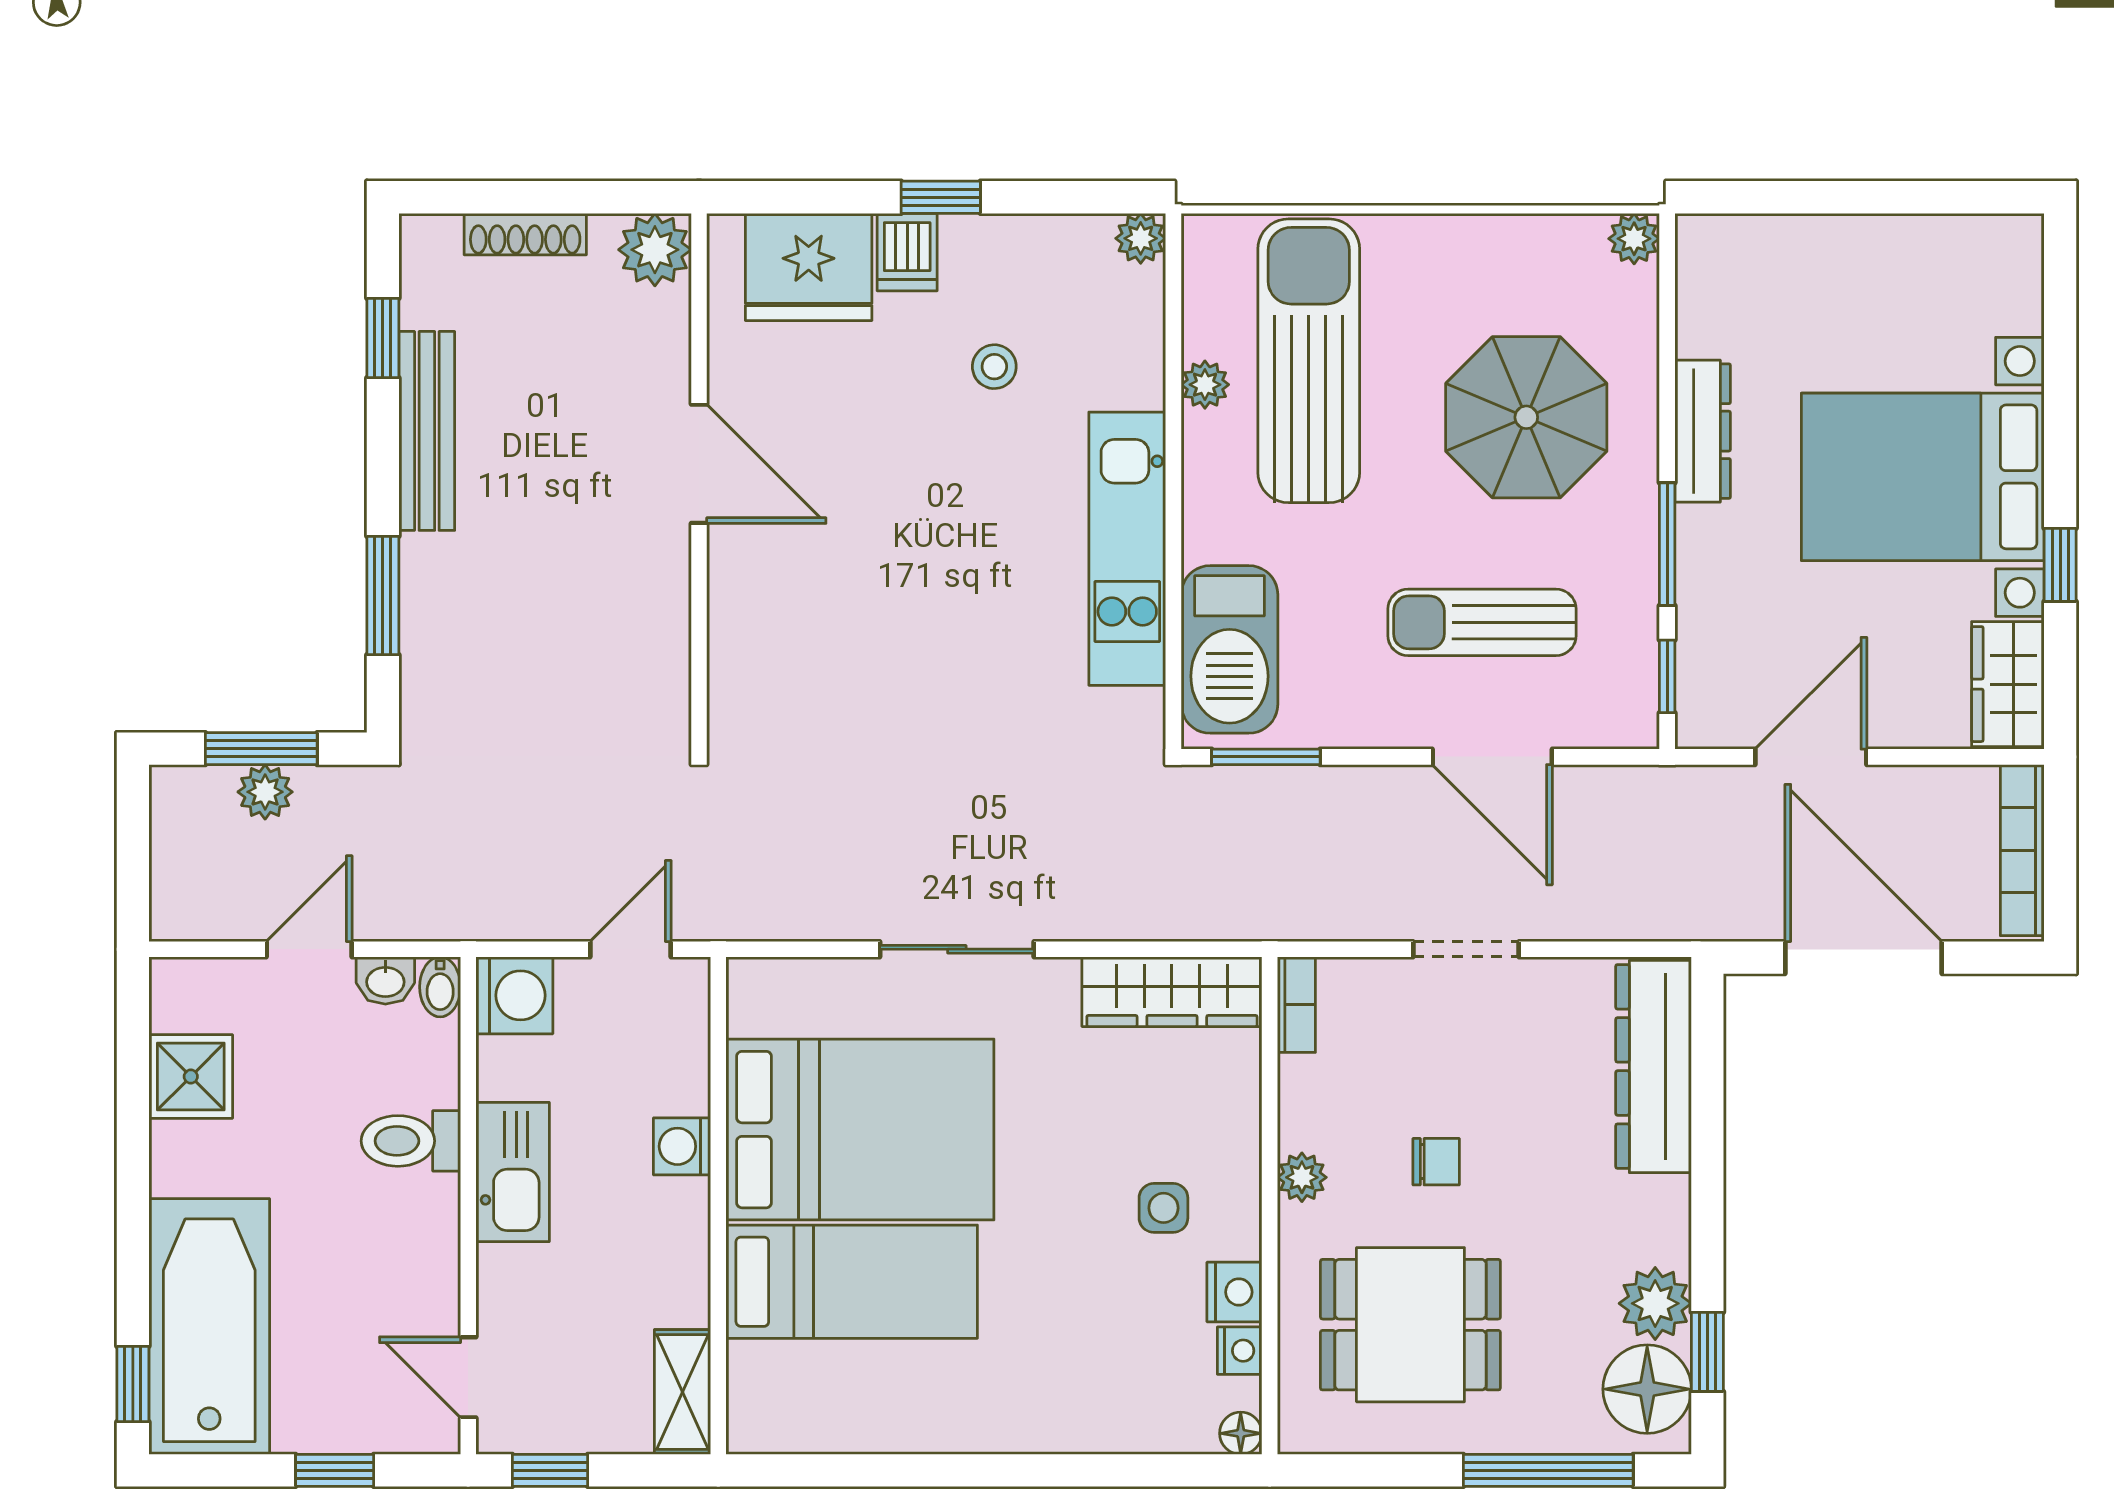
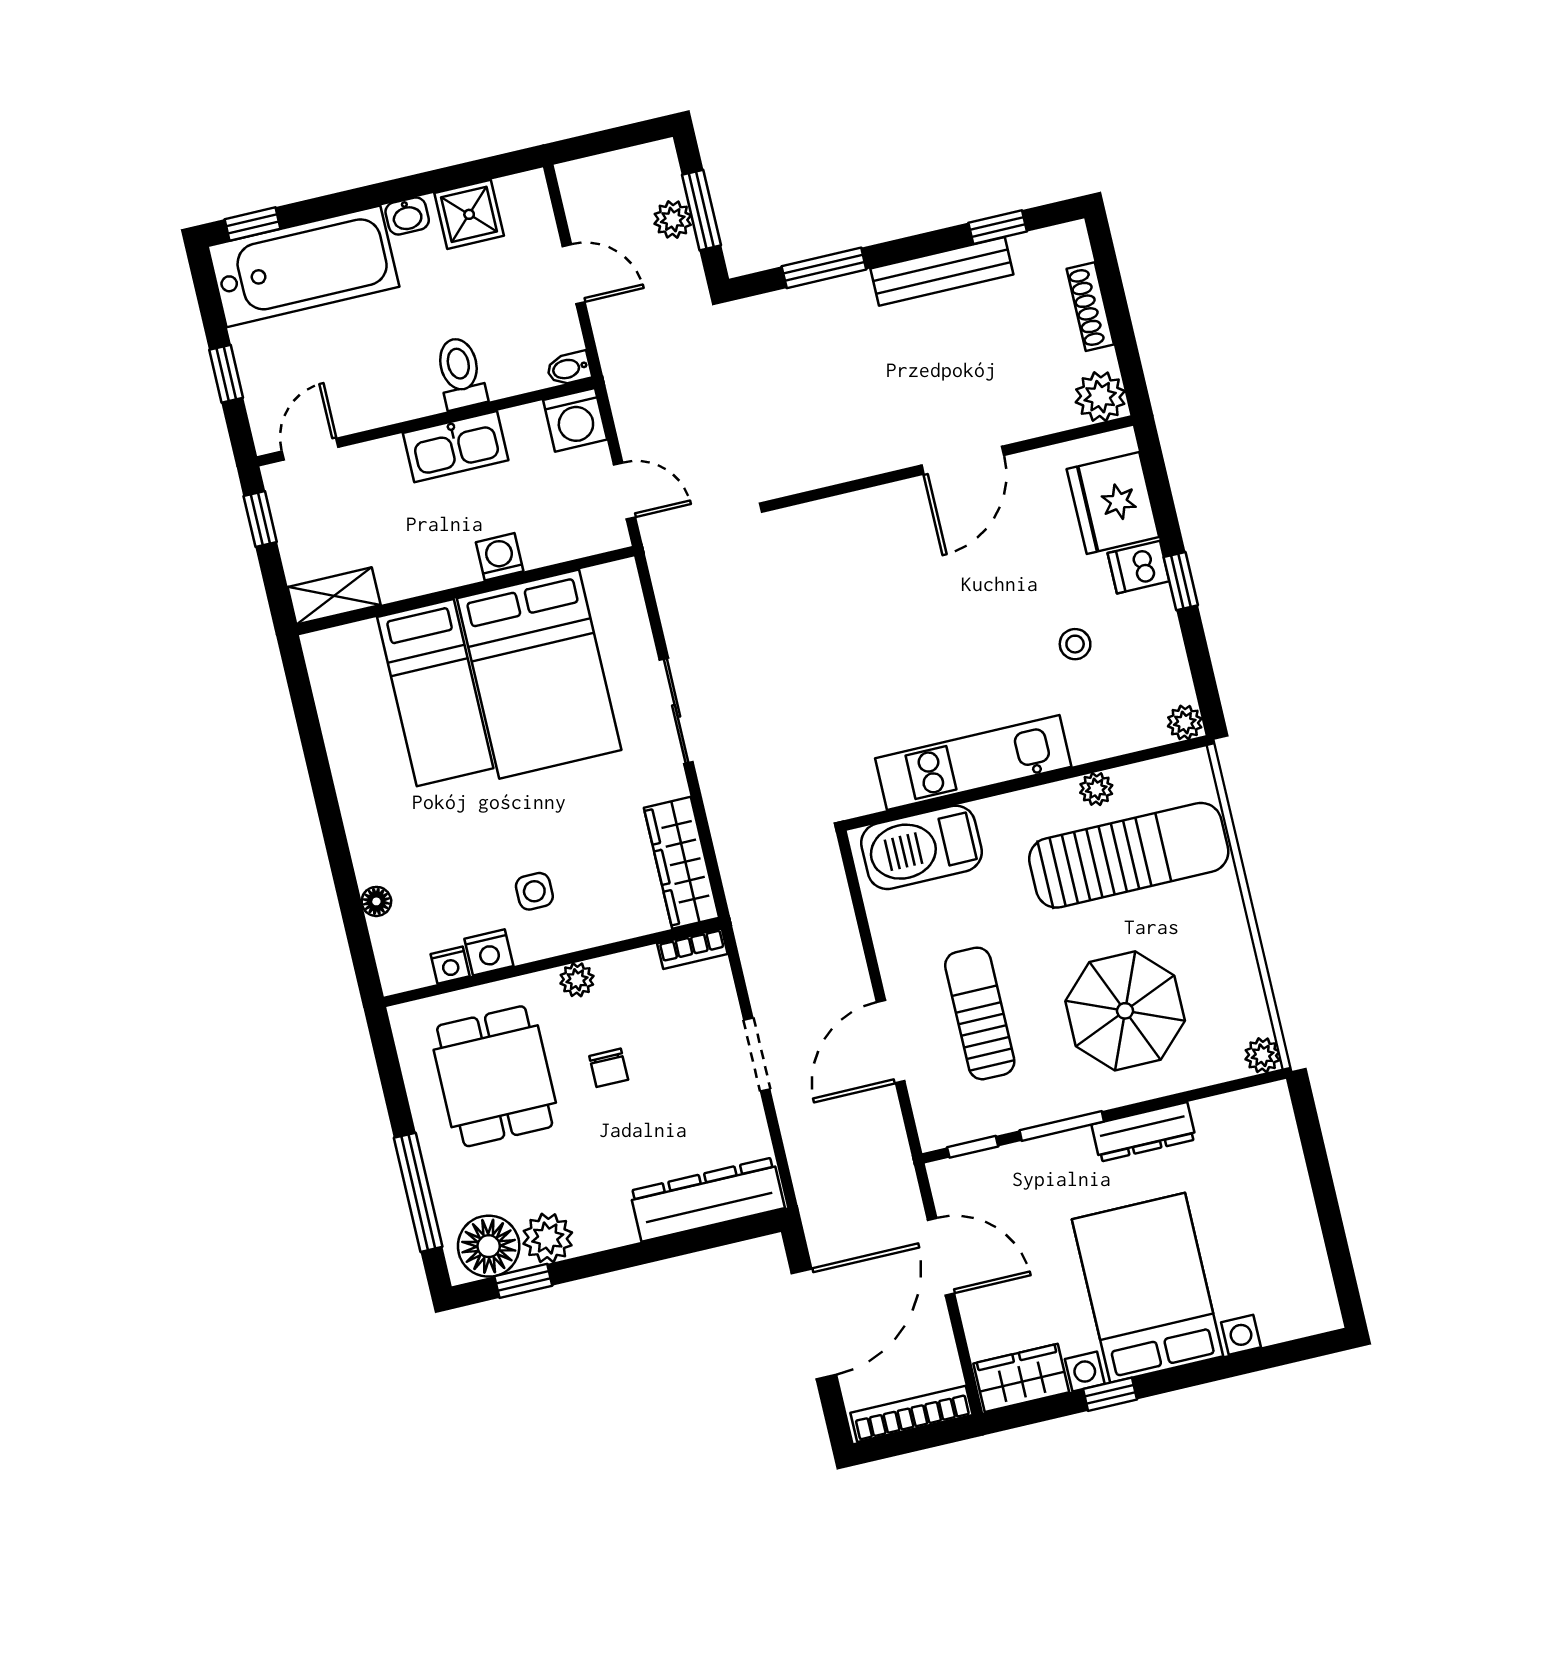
window: (1266, 757) -> (855, 889), removed
washbasin: (385, 981) -> (407, 216), moved, turned -90
floor lamp: (1241, 1433) -> (376, 901), moved

